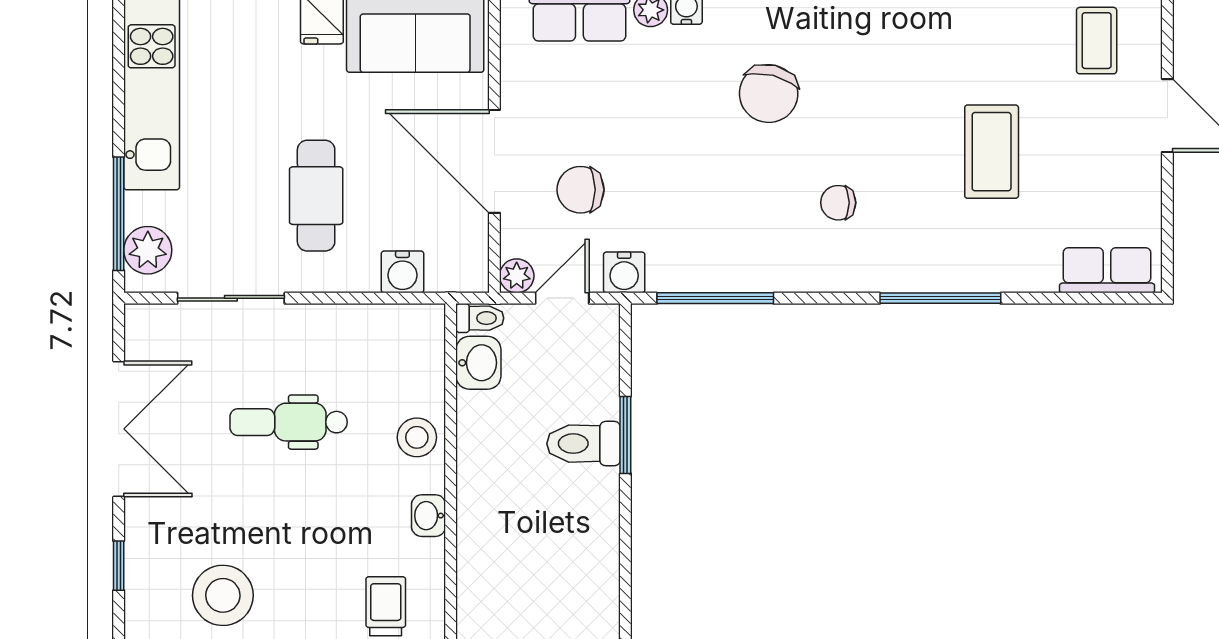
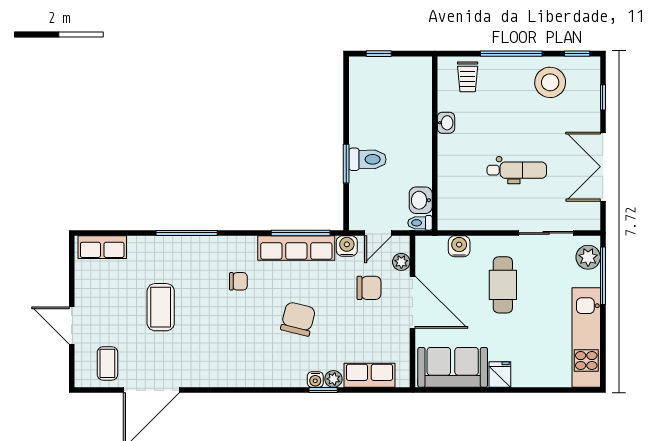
chair: (769, 94) -> (298, 319), moved
row of seats: (724, 268) -> (296, 248), added
plant: (517, 276) -> (401, 262), moved
stool: (417, 437) -> (452, 162), removed

